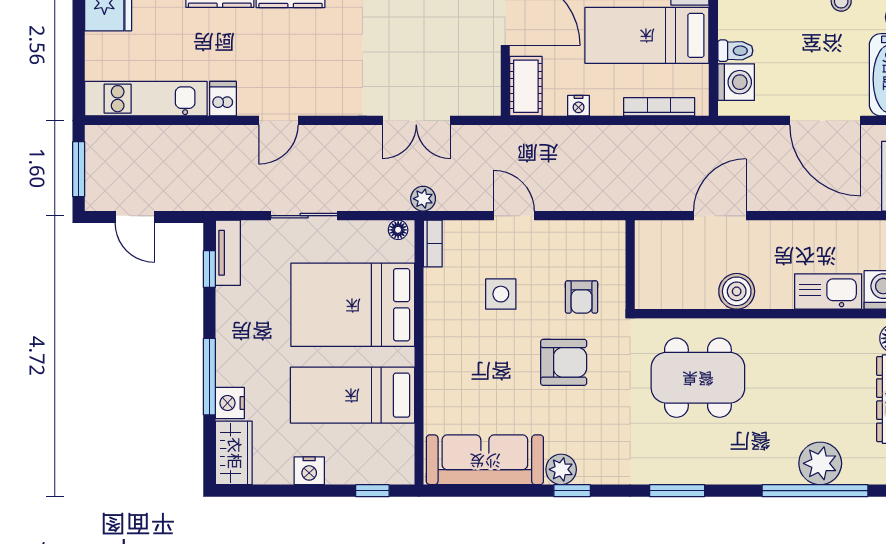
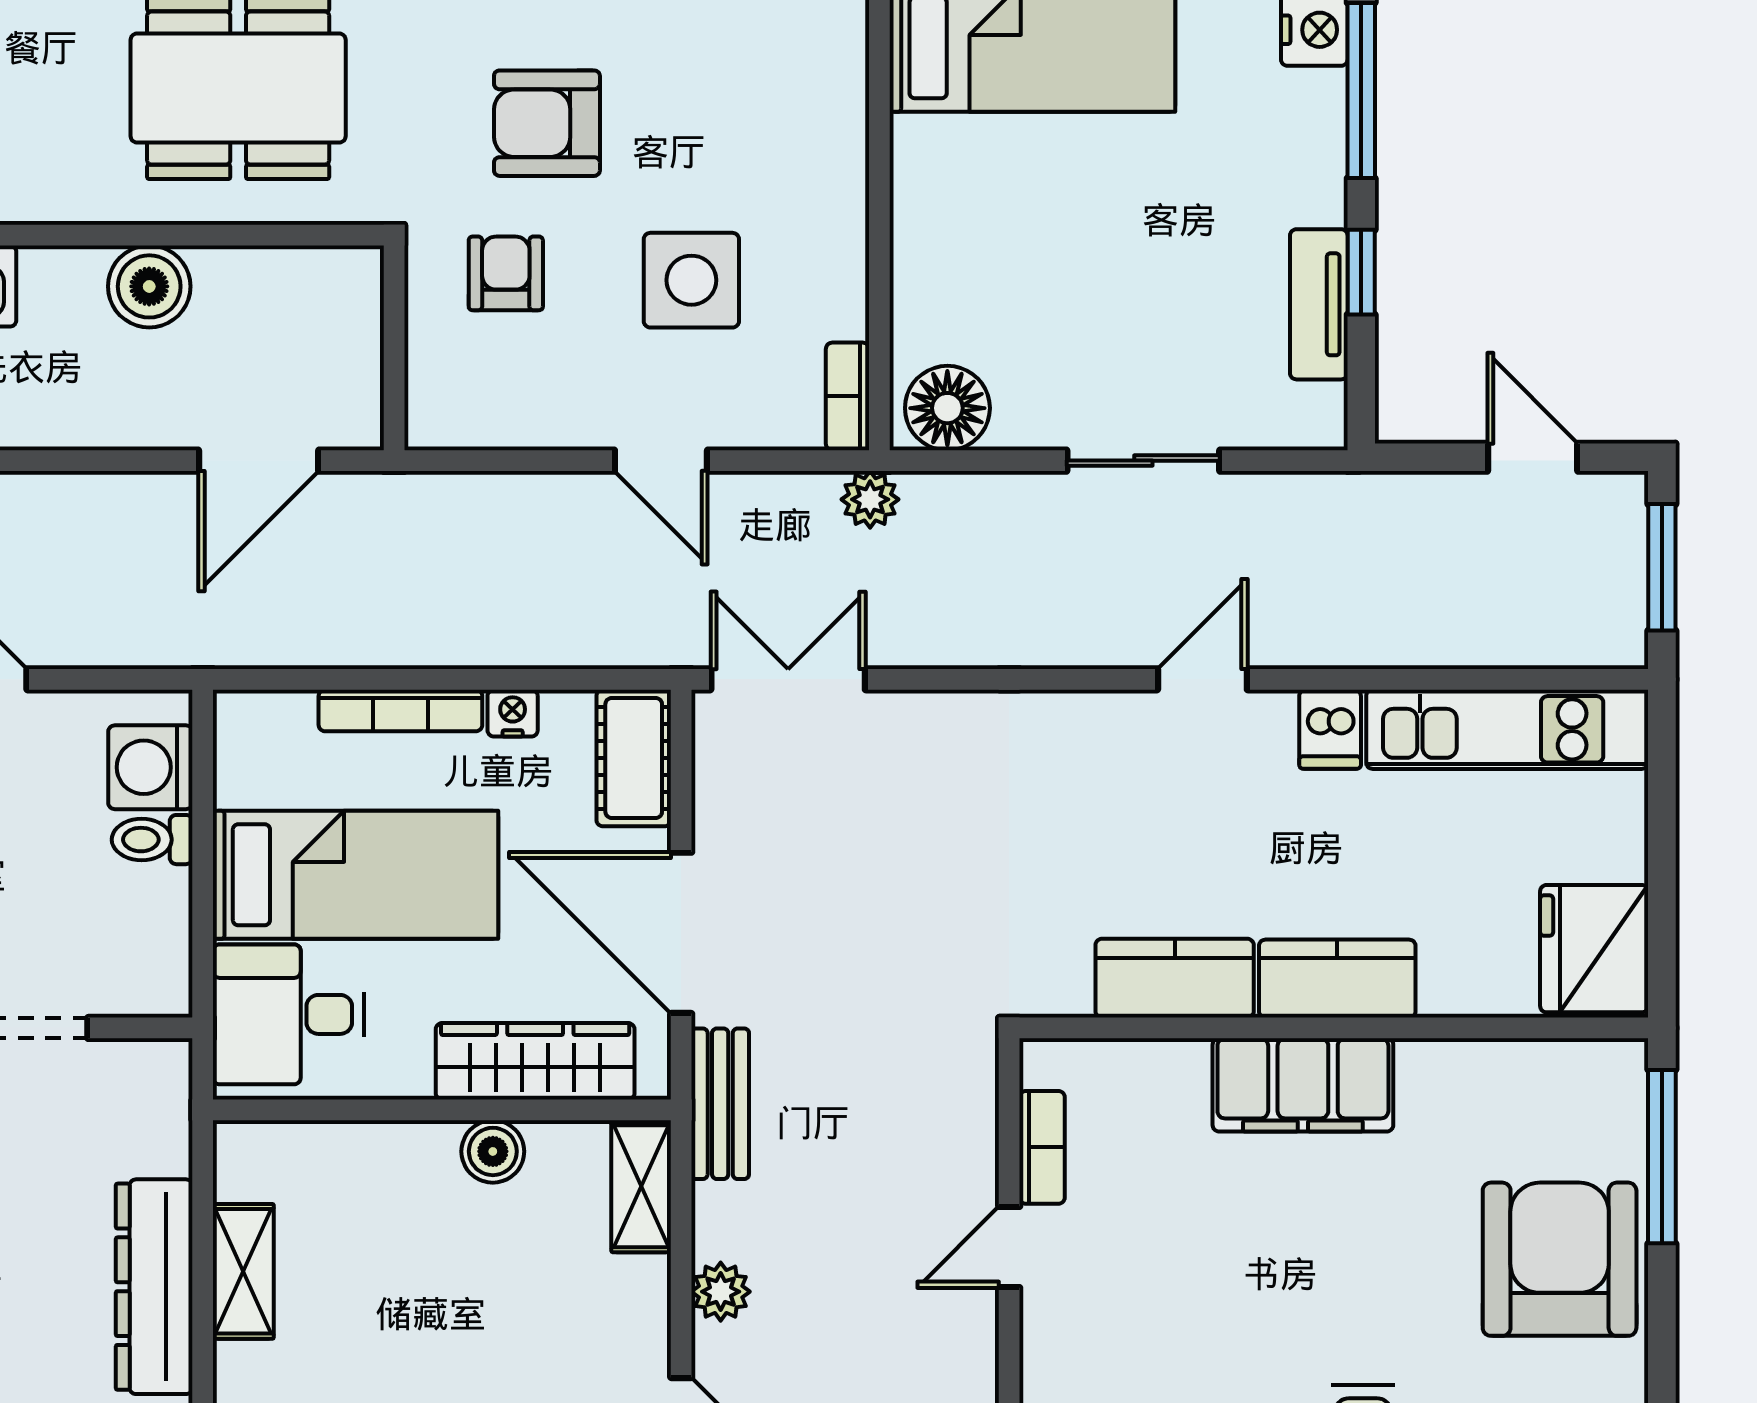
bookcase: (659, 107) -> (400, 711), moved
double door: (416, 120) -> (788, 679), moved
door: (720, 216) -> (259, 461), moved
floor lamp: (398, 230) -> (947, 408), width x1.89, depth x1.89
tv unit: (228, 253) -> (1319, 304), moved
window: (209, 269) -> (1361, 272), moved
side table: (501, 294) -> (691, 280), width x1.37, depth x1.37
bed: (353, 305) -> (1032, 256), removed

